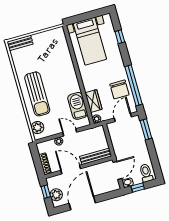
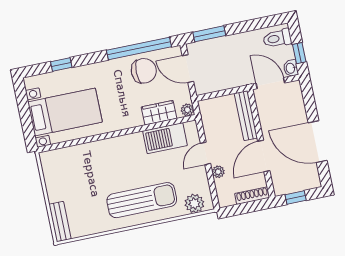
plant: (56, 195) -> (302, 181), removed

